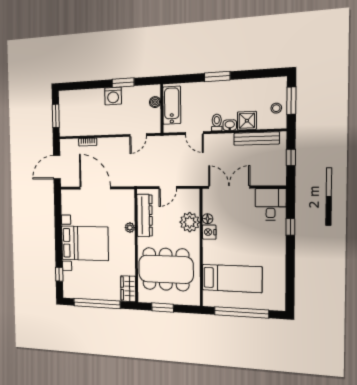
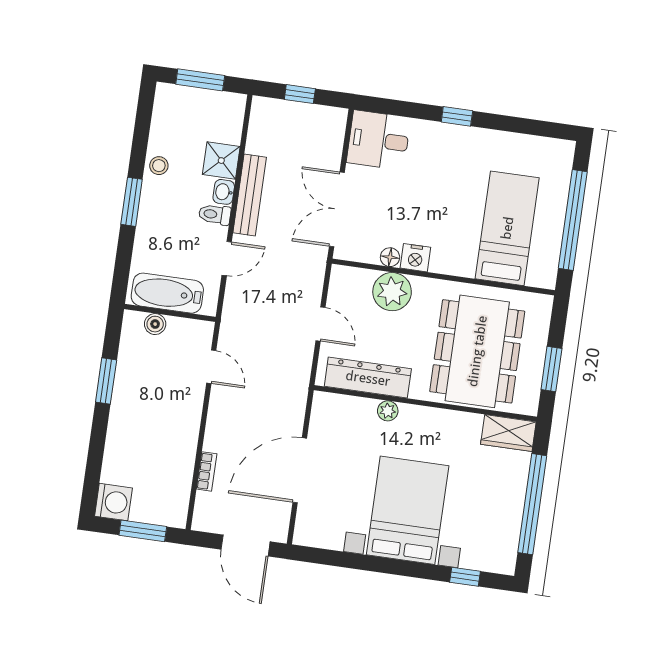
washing machine: (113, 96) -> (113, 502), moved
stool: (276, 108) -> (159, 166), moved
bench: (256, 139) -> (250, 195), moved
window: (290, 227) -> (457, 116), moved

